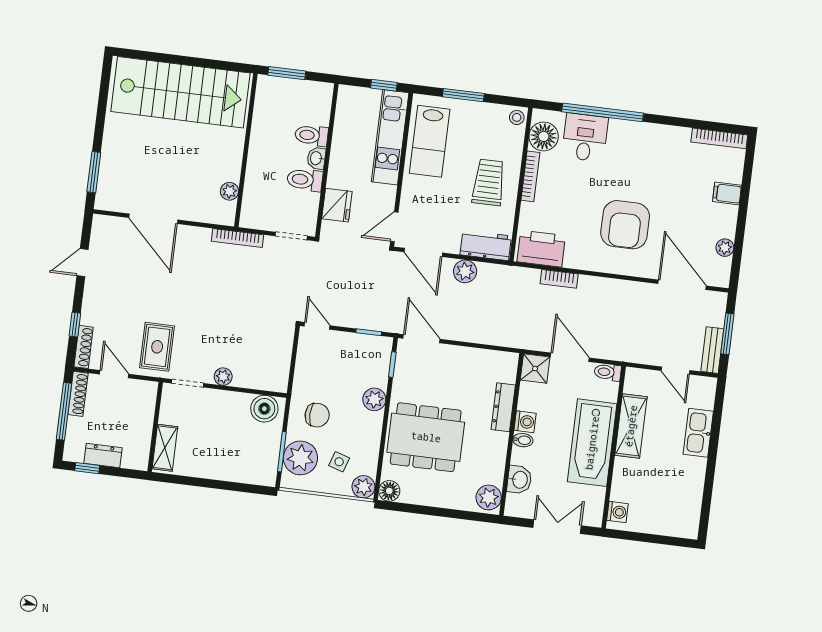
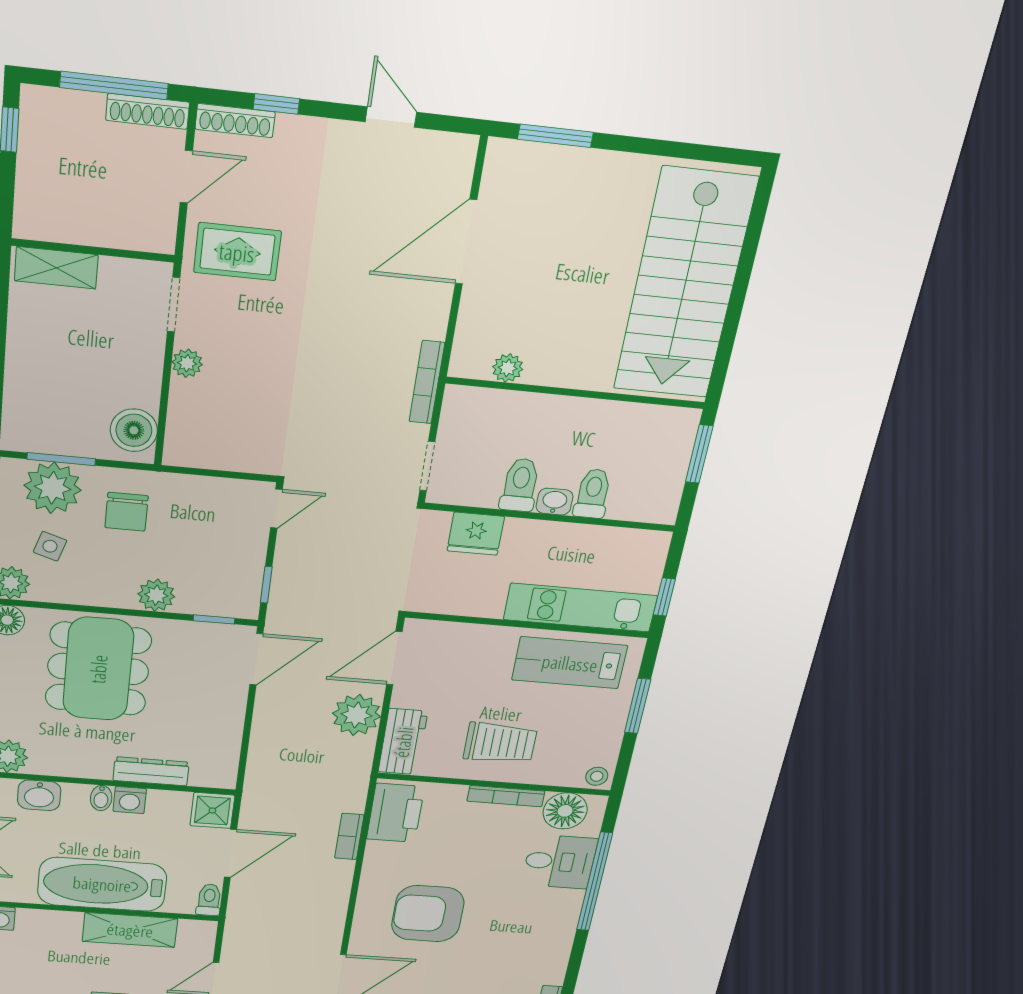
door: (394, 227) -> (437, 617), removed
plant: (465, 271) -> (357, 715), width x1.36, depth x1.36
dresser: (103, 456) -> (35, 159), removed

